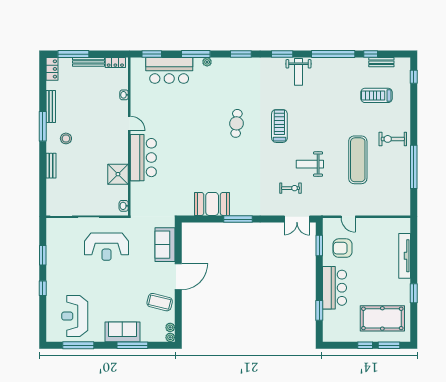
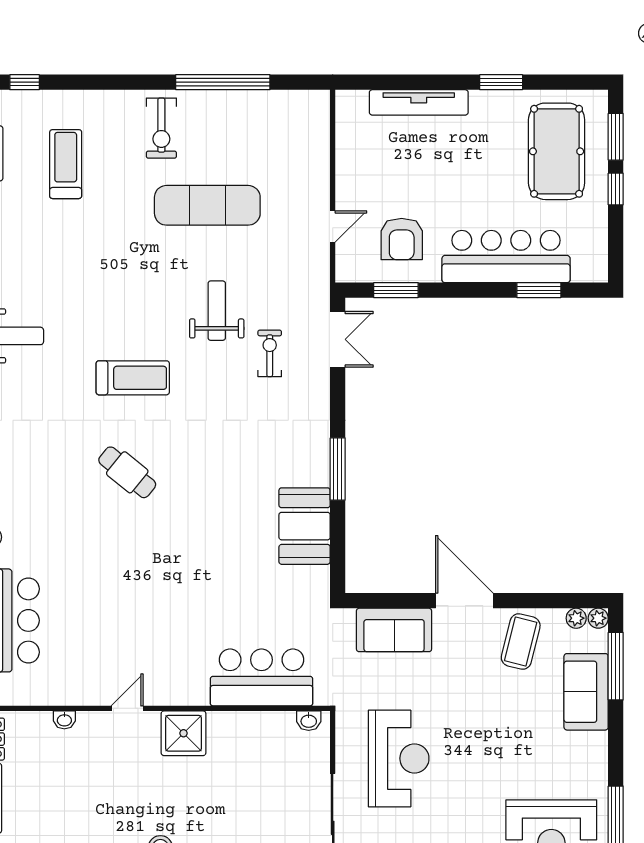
treadmill: (377, 95) -> (66, 164), turned 180
cafe table: (236, 123) -> (127, 472), turned 34
treadmill: (279, 126) -> (133, 378), turned 180
bar counter: (143, 158) -> (261, 677), moved
weight bench: (310, 164) -> (217, 311), turned 180
shower: (118, 174) -> (184, 733), moved
bar counter: (335, 288) -> (506, 257), width x1.36
sofa: (122, 332) -> (586, 692), moved
window: (132, 345) -> (616, 666), moved

